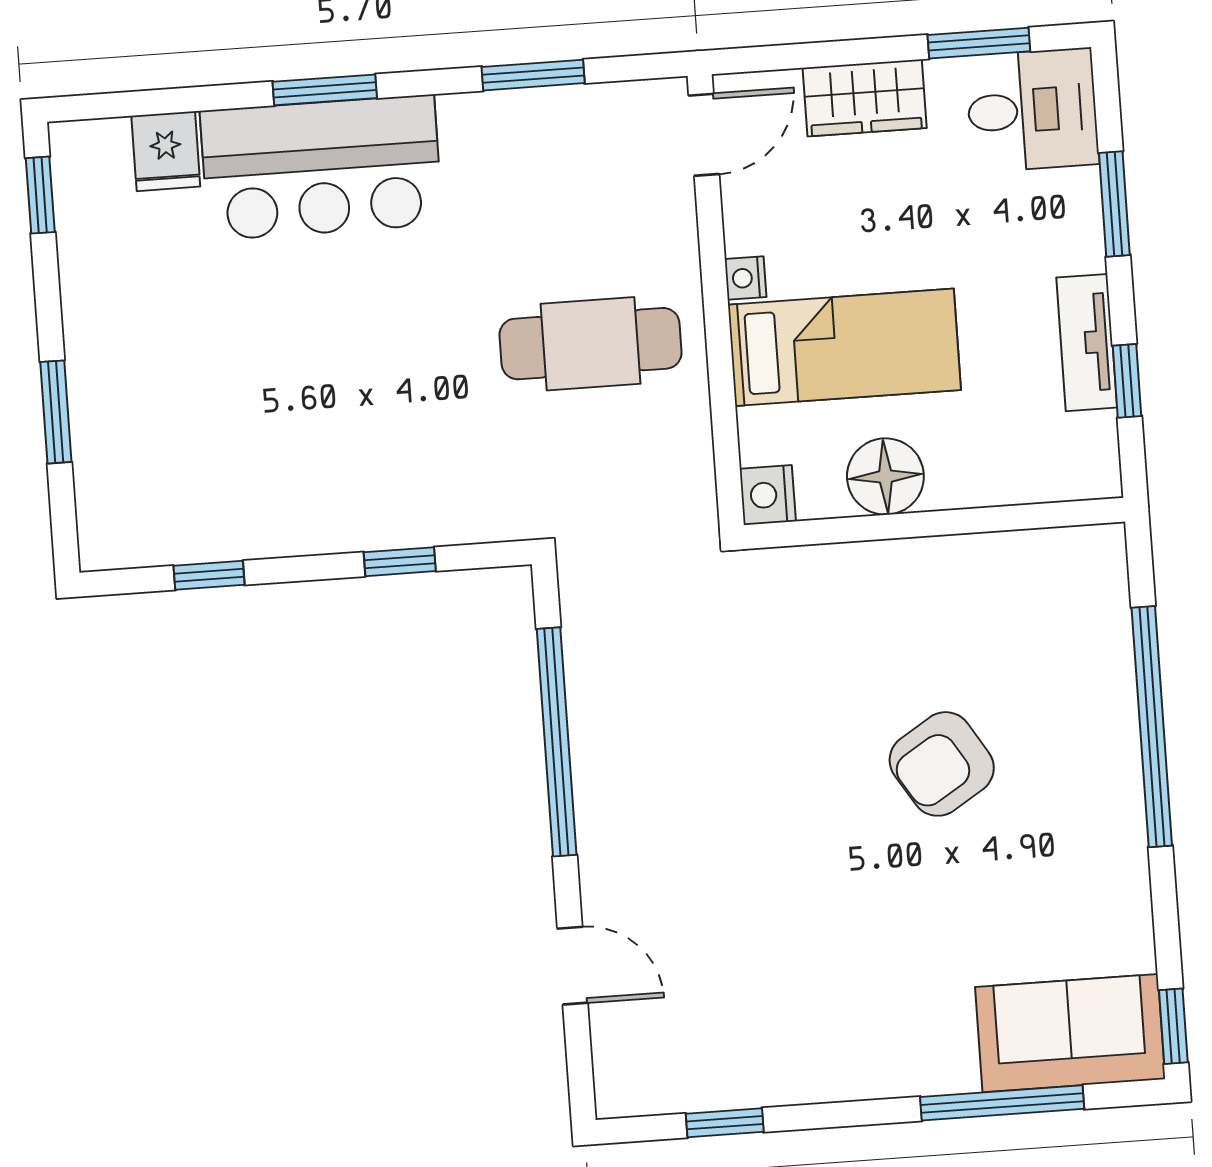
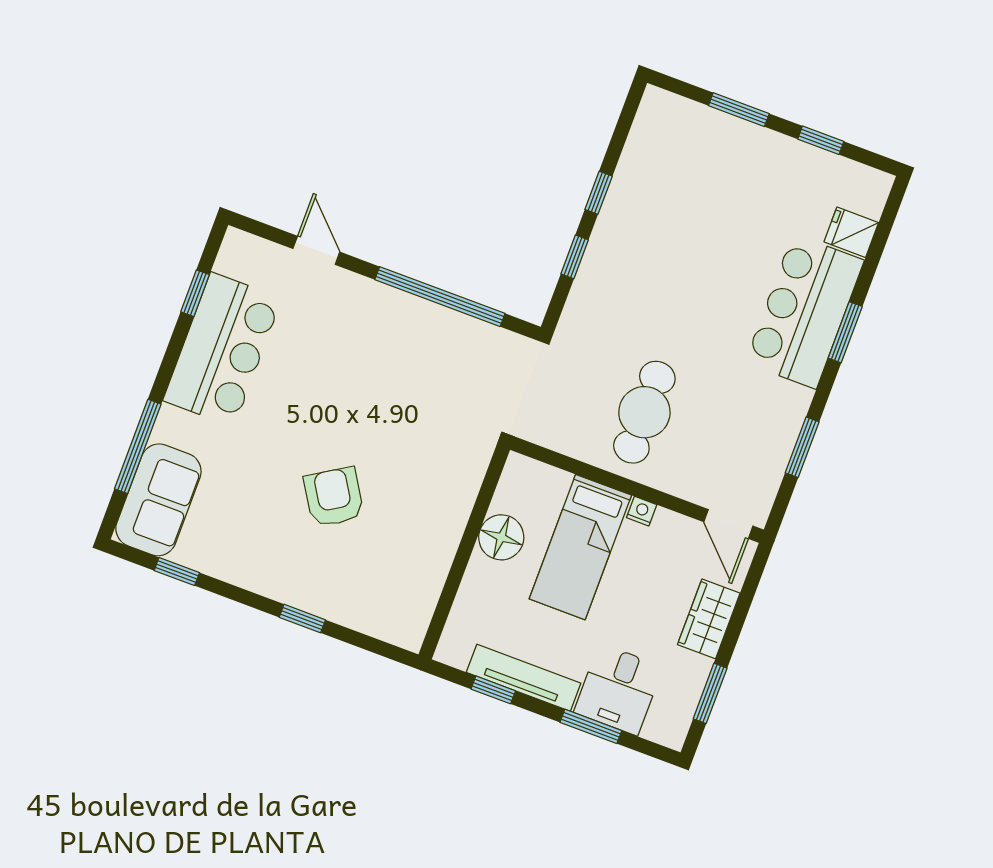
desk: (1032, 110) -> (618, 689), moved
window: (40, 195) -> (821, 140), moved
tv unit: (1087, 343) -> (524, 678), width x1.41
nightstand: (768, 495) -> (520, 470), removed
window: (209, 575) -> (599, 193), moved
window: (1152, 727) -> (302, 619), width x0.32
door: (573, 966) -> (316, 250), swing flipped
window: (1173, 1026) -> (177, 572), moved
bar counter: (792, 1041) -> (222, 349), added

